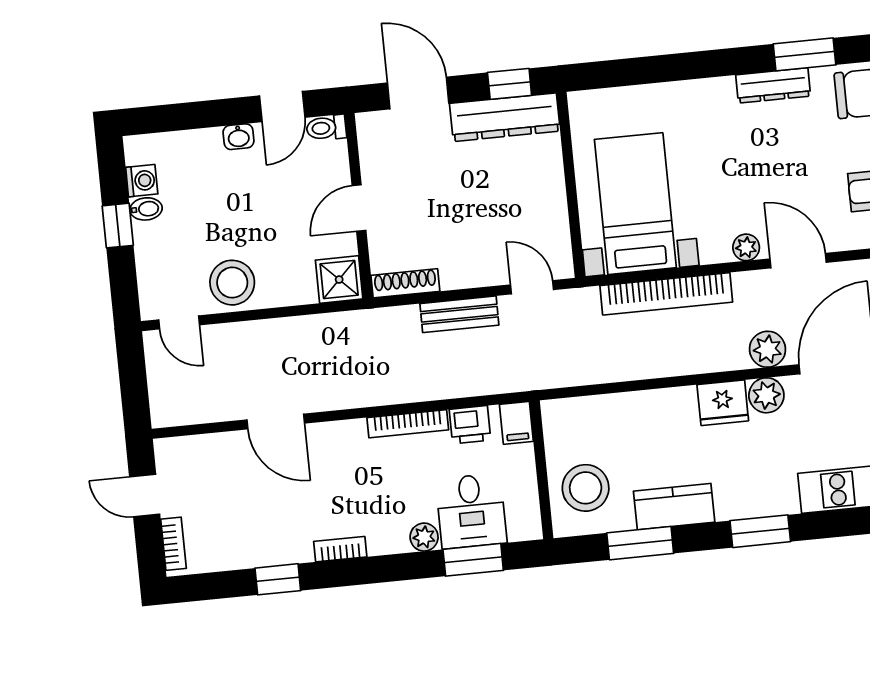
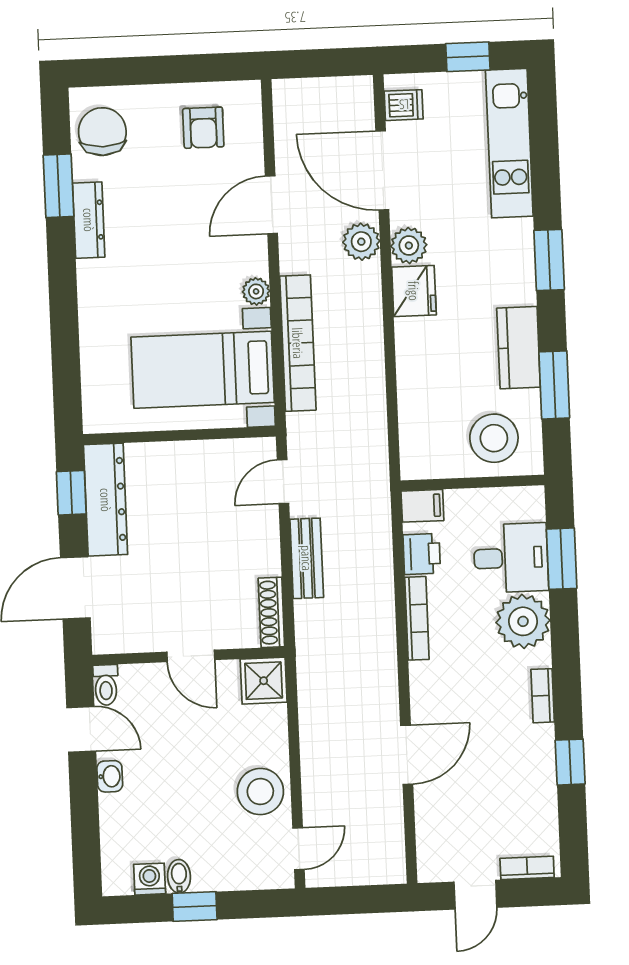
plant: (746, 247) -> (256, 291), moved
plant: (424, 537) -> (523, 621), width x1.88, depth x1.88

